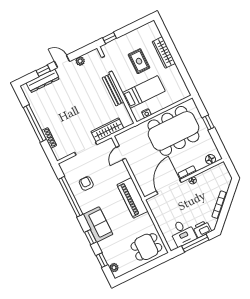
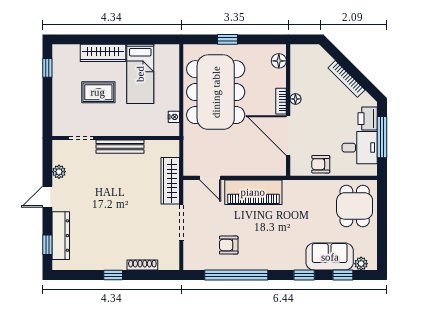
window: (110, 38) -> (47, 68), moved
window: (43, 71) -> (47, 245), moved
bed: (144, 92) -> (140, 74), moved, turned 180
window: (35, 123) -> (113, 275), width x0.32
piano: (132, 198) -> (253, 192), moved
armchair: (161, 215) -> (321, 164), added
sofa: (98, 224) -> (330, 257), moved

